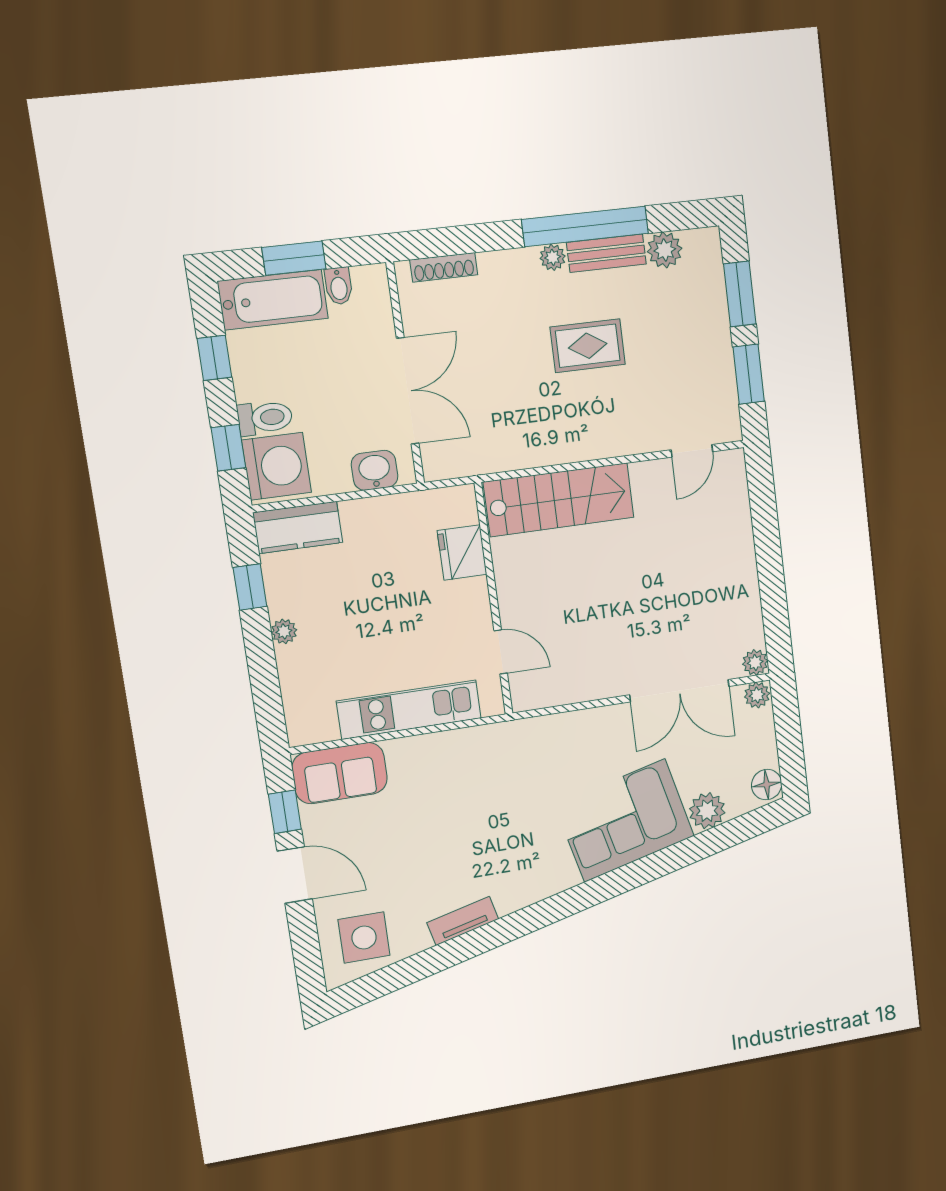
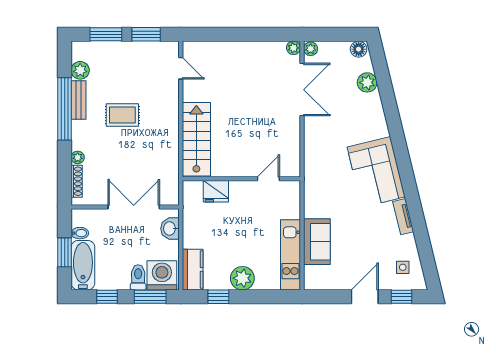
plant: (553, 257) -> (78, 157), moved
rug: (588, 346) -> (122, 115), turned 90
window: (228, 448) -> (150, 297), width x1.50
plant: (284, 631) -> (242, 278), width x1.88, depth x1.88
kitchen unit: (409, 710) -> (290, 255), moved
sofa: (340, 773) -> (317, 242), moved
window: (285, 812) -> (402, 297), moved
corner sofa: (625, 820) -> (376, 172), moved
side table: (364, 937) -> (403, 267), width x0.54, depth x0.54

